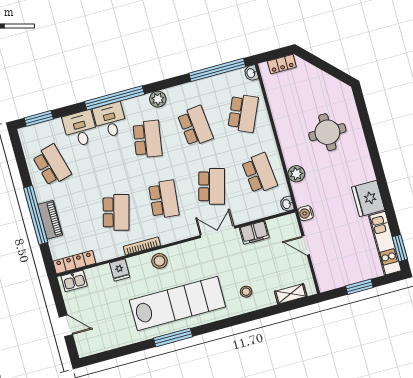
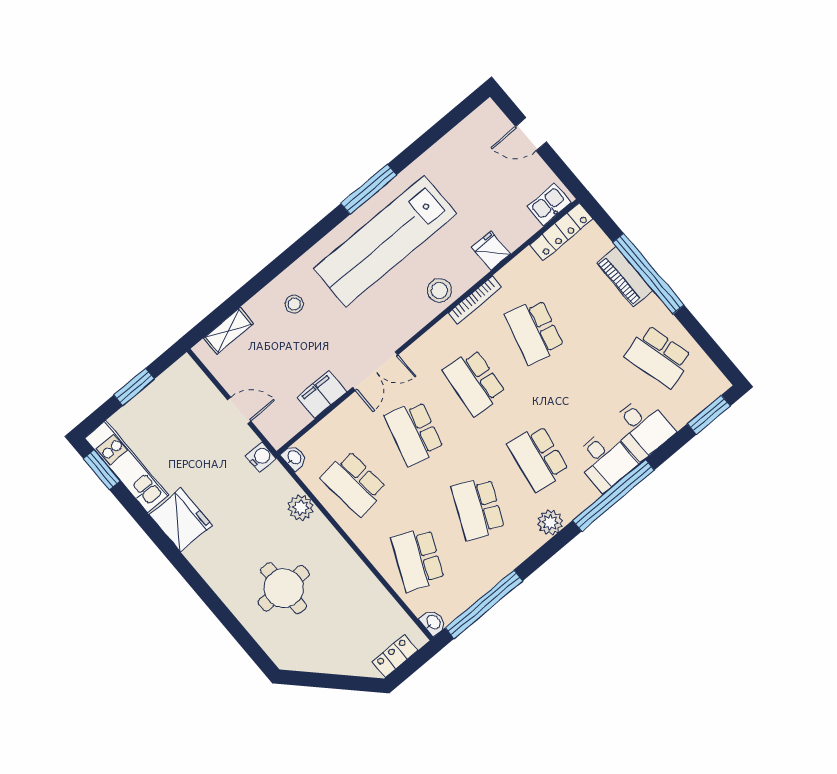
school desk: (195, 126) -> (478, 509), turned 30

